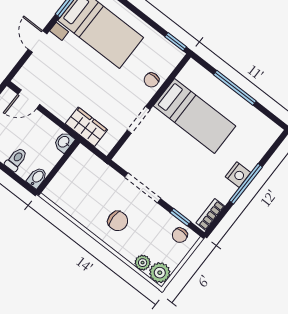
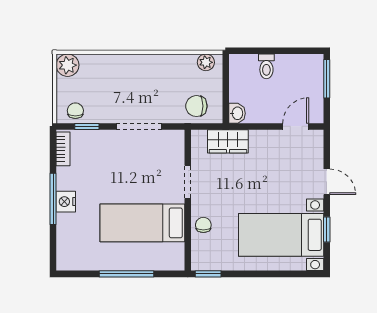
bidet: (37, 178) -> (236, 65), removed
chair: (118, 221) -> (196, 106), moved
plant: (143, 263) -> (206, 62), moved

